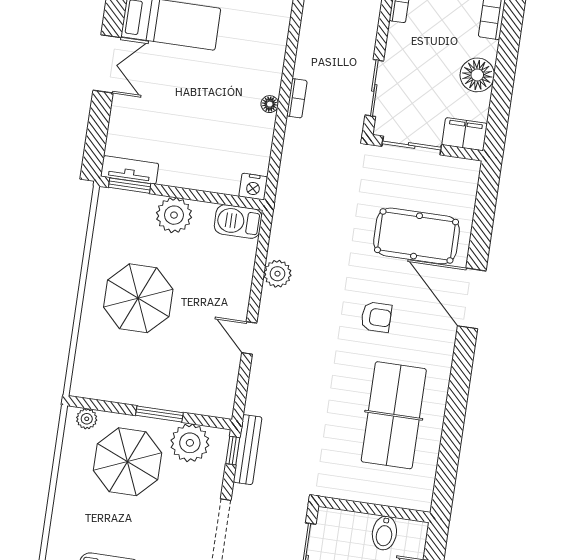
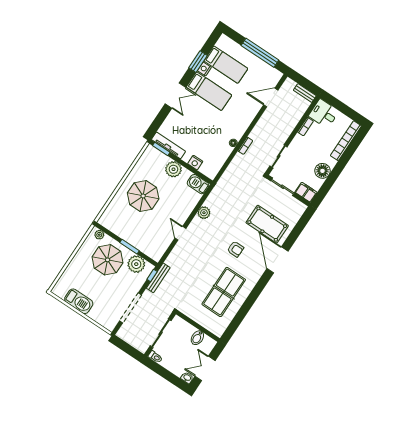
tv unit: (130, 170) -> (168, 145), width x1.41
nightstand: (253, 187) -> (195, 163), moved

